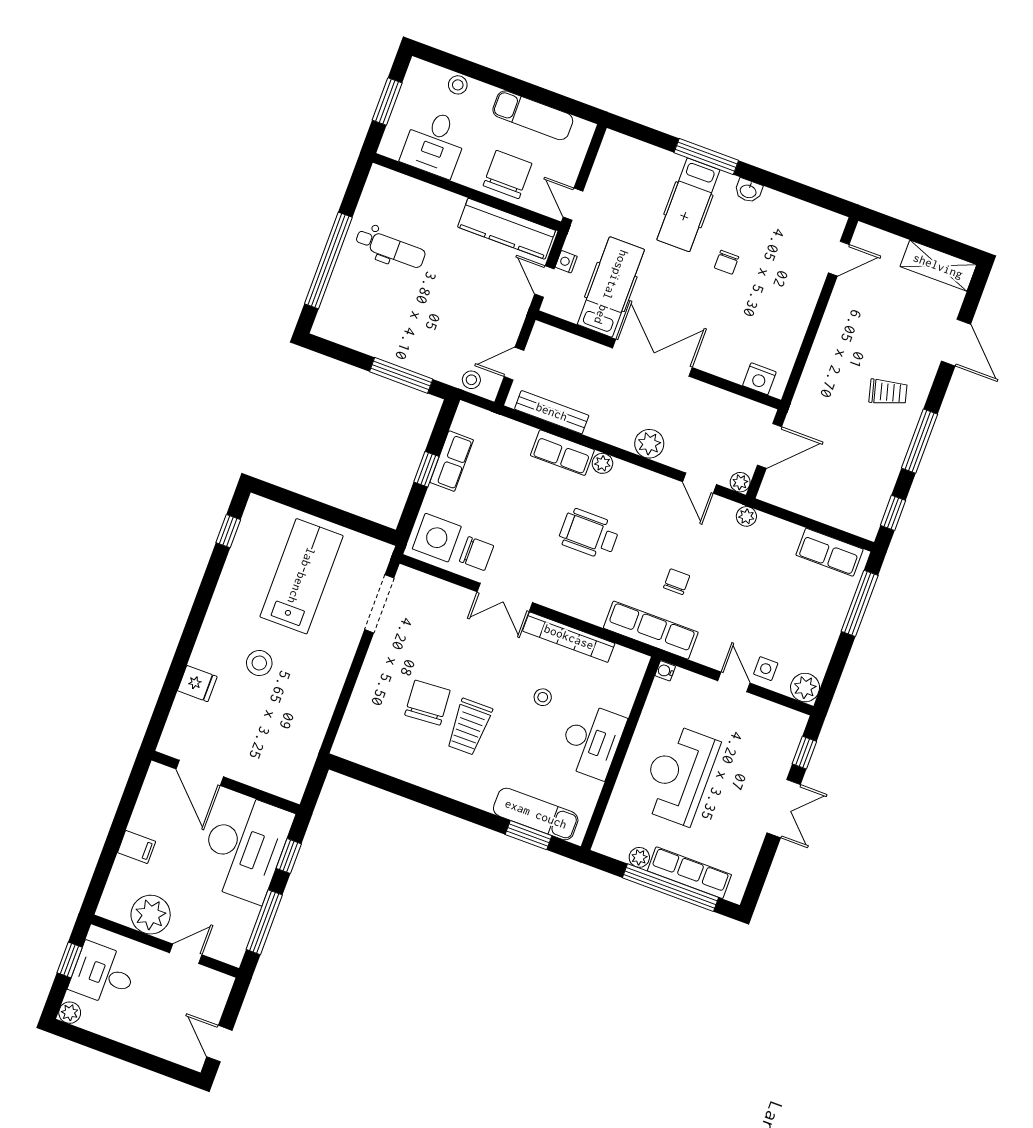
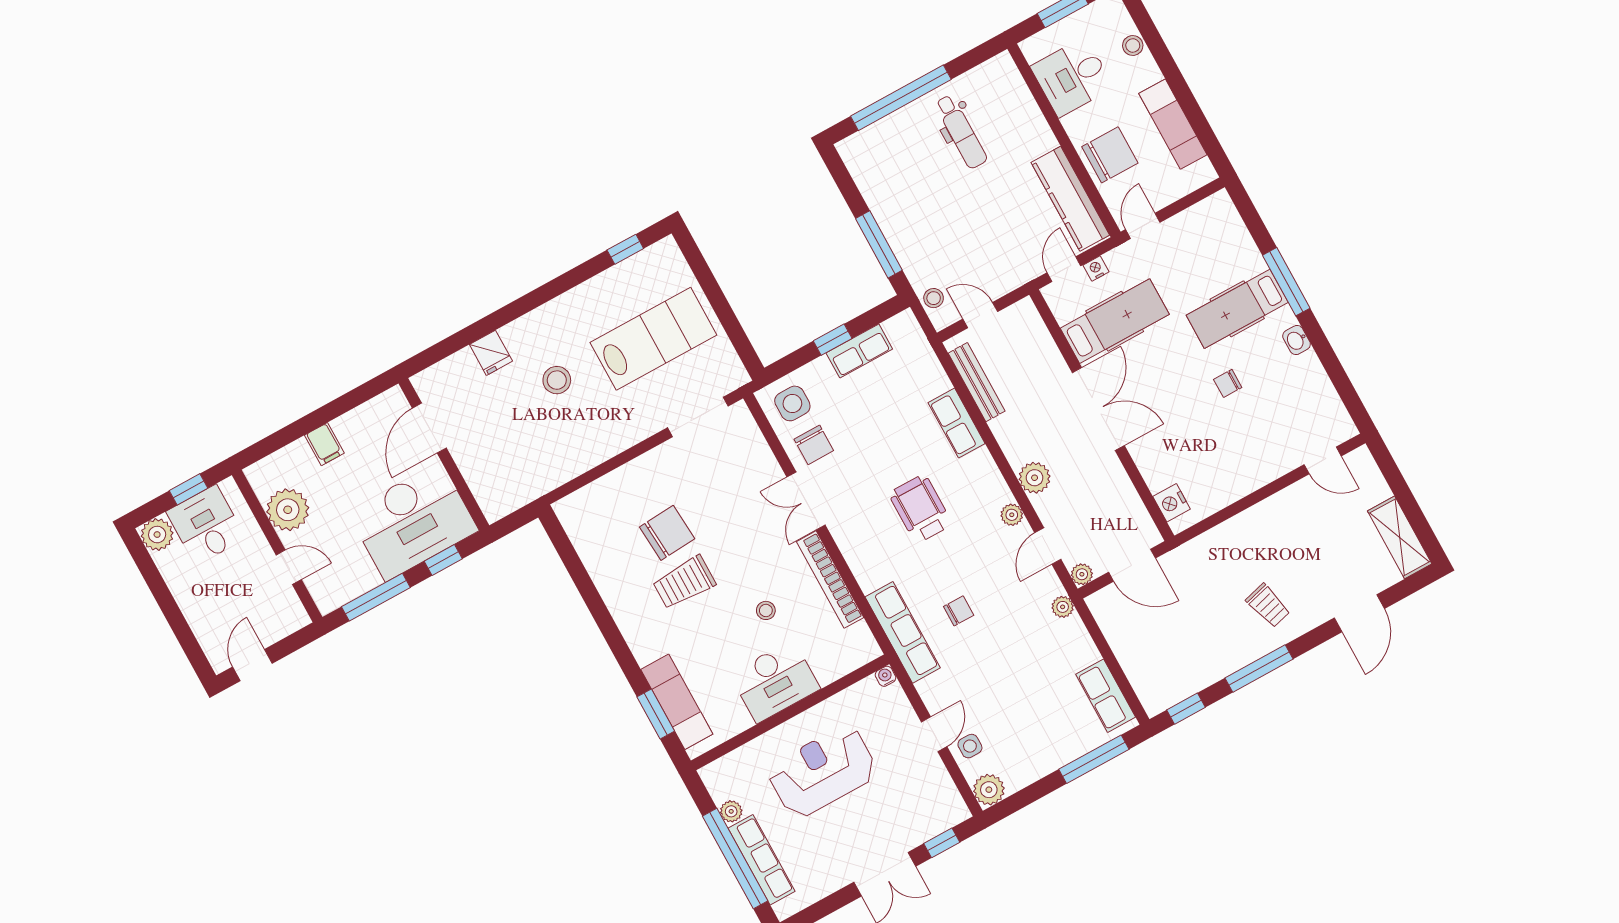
plant: (602, 463) -> (1012, 515), moved
side table: (437, 538) -> (792, 403), width x0.73, depth x0.73
plant: (70, 1013) -> (157, 535), width x1.38, depth x1.38

